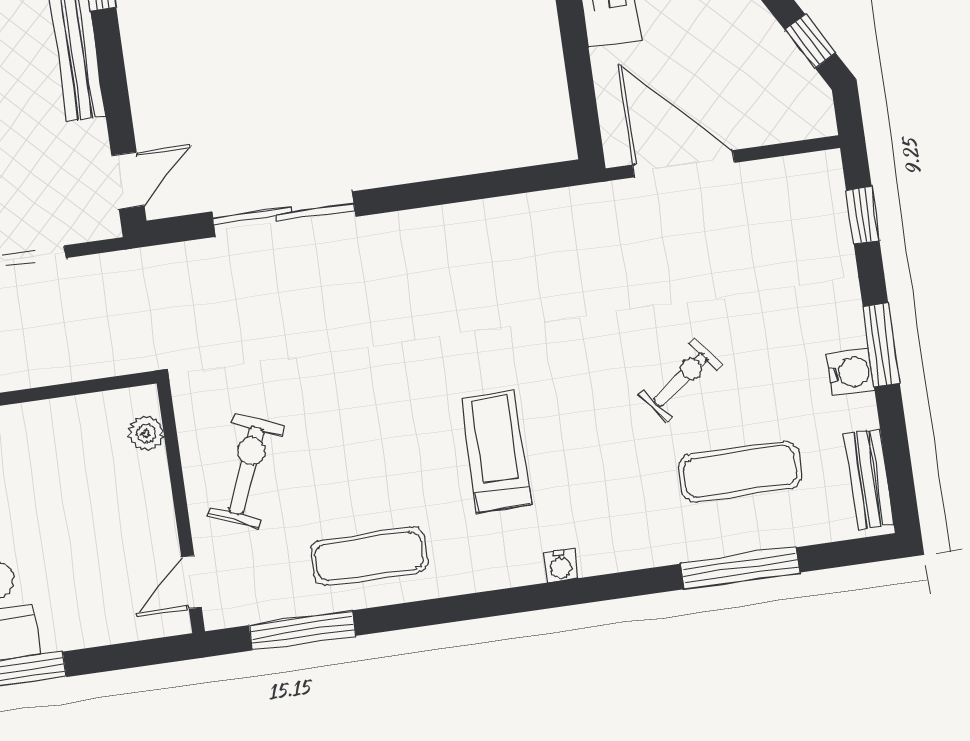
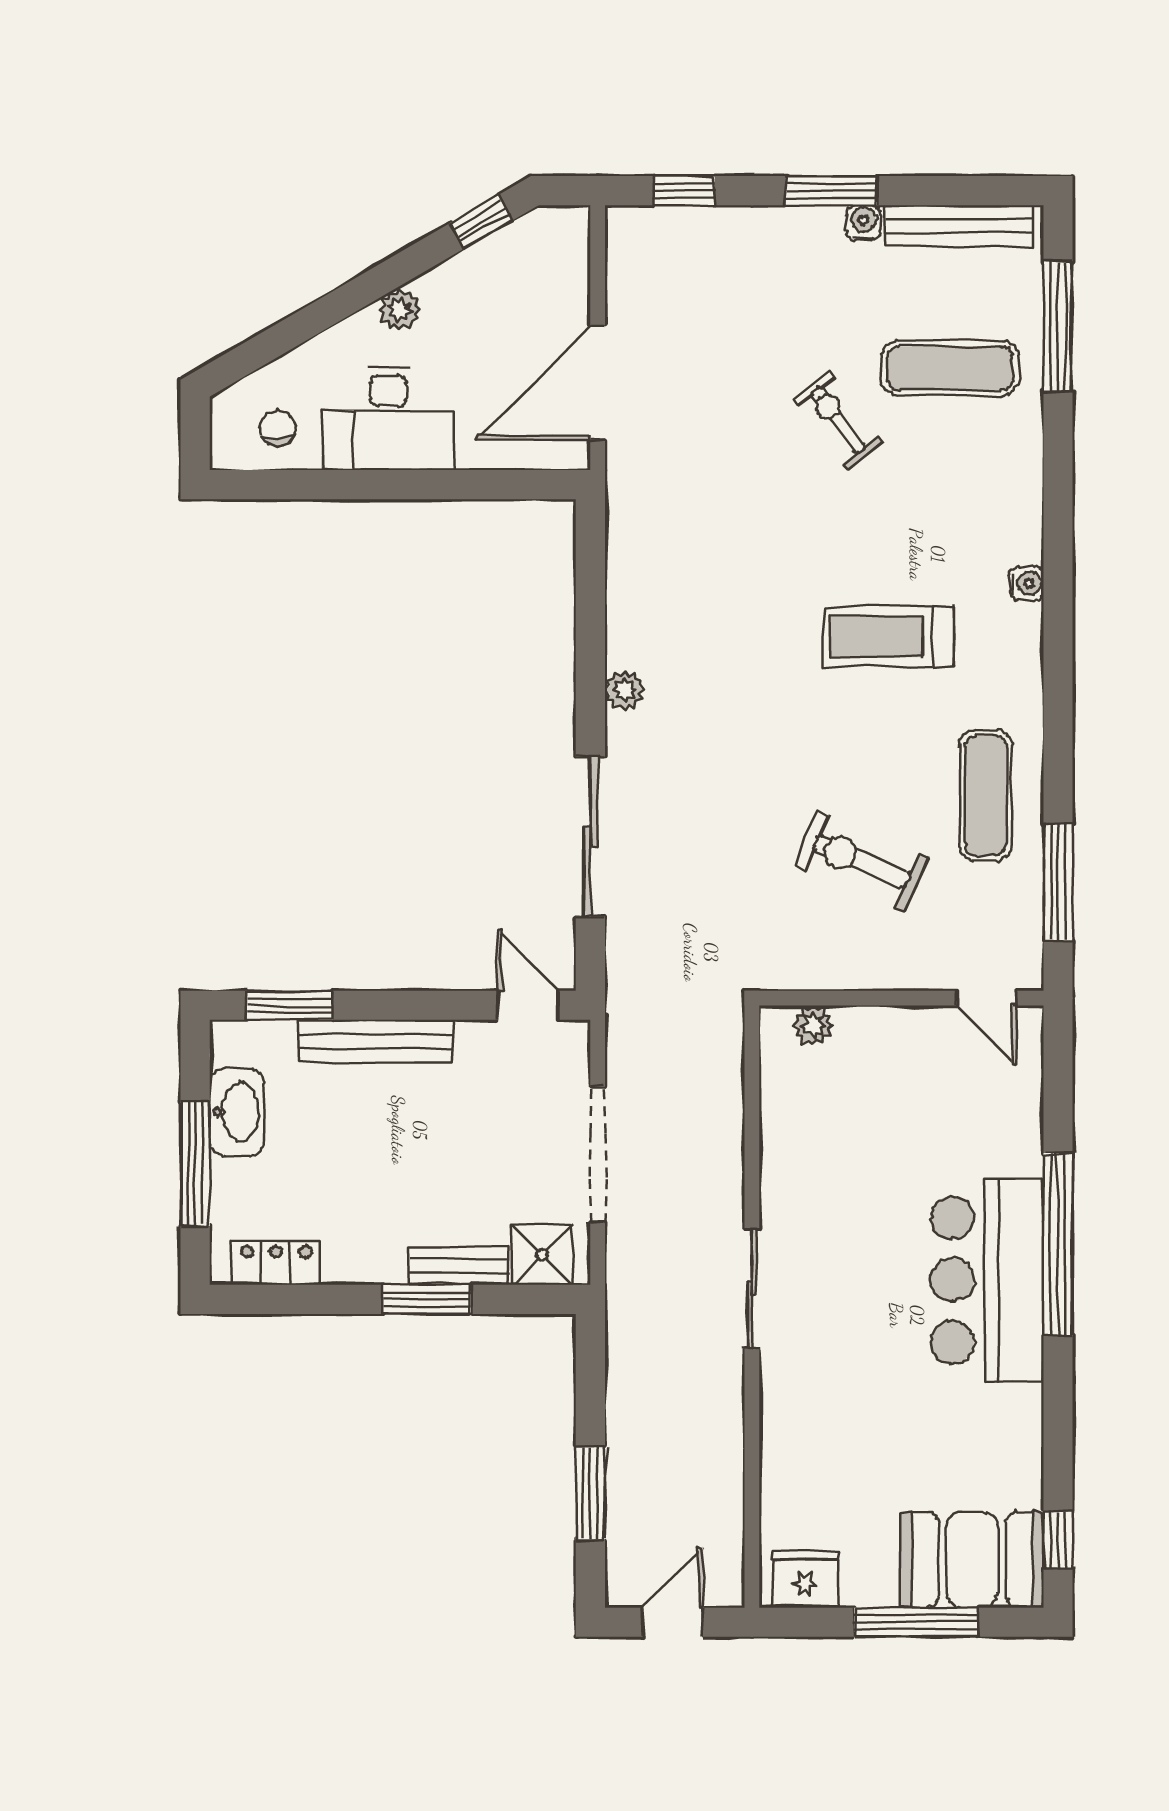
plant: (417, 226) -> (625, 690), added
water cooler: (850, 372) -> (864, 223), width x0.72, depth x0.72
exercise bike: (246, 471) -> (861, 861), moved
exercise mat: (740, 471) -> (950, 368), turned 90
bench: (869, 479) -> (959, 226), width x1.36
window: (740, 568) -> (1058, 327), moved

